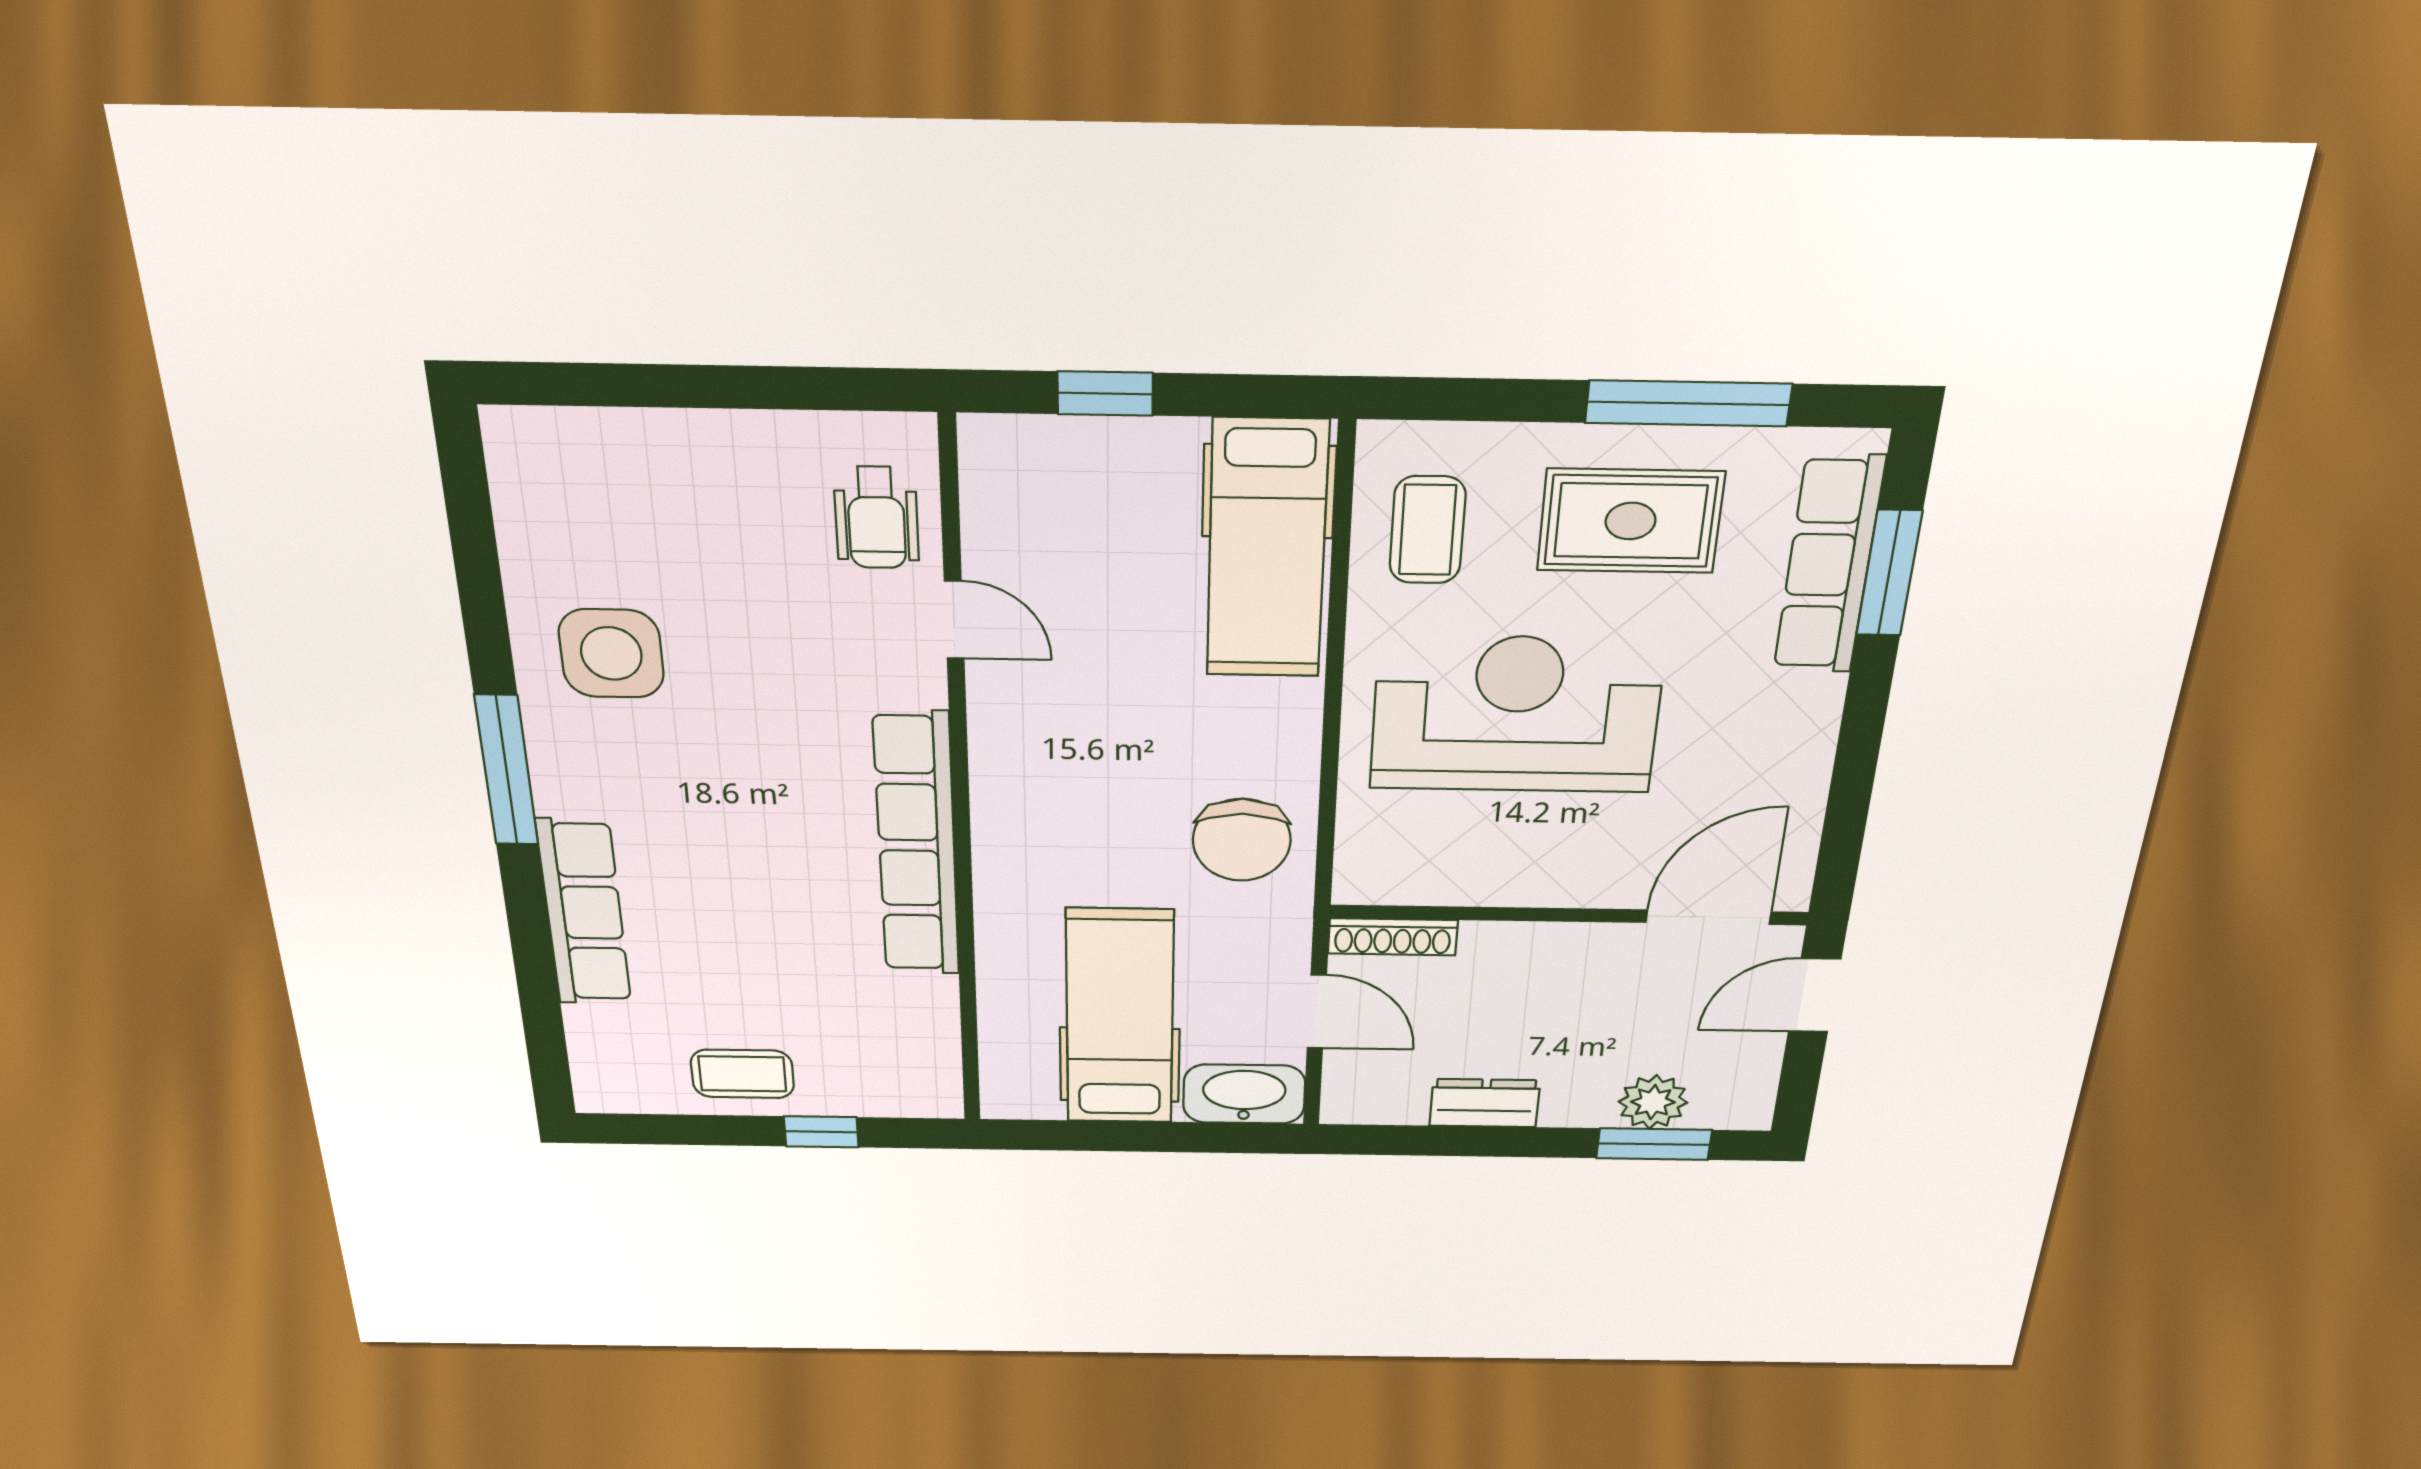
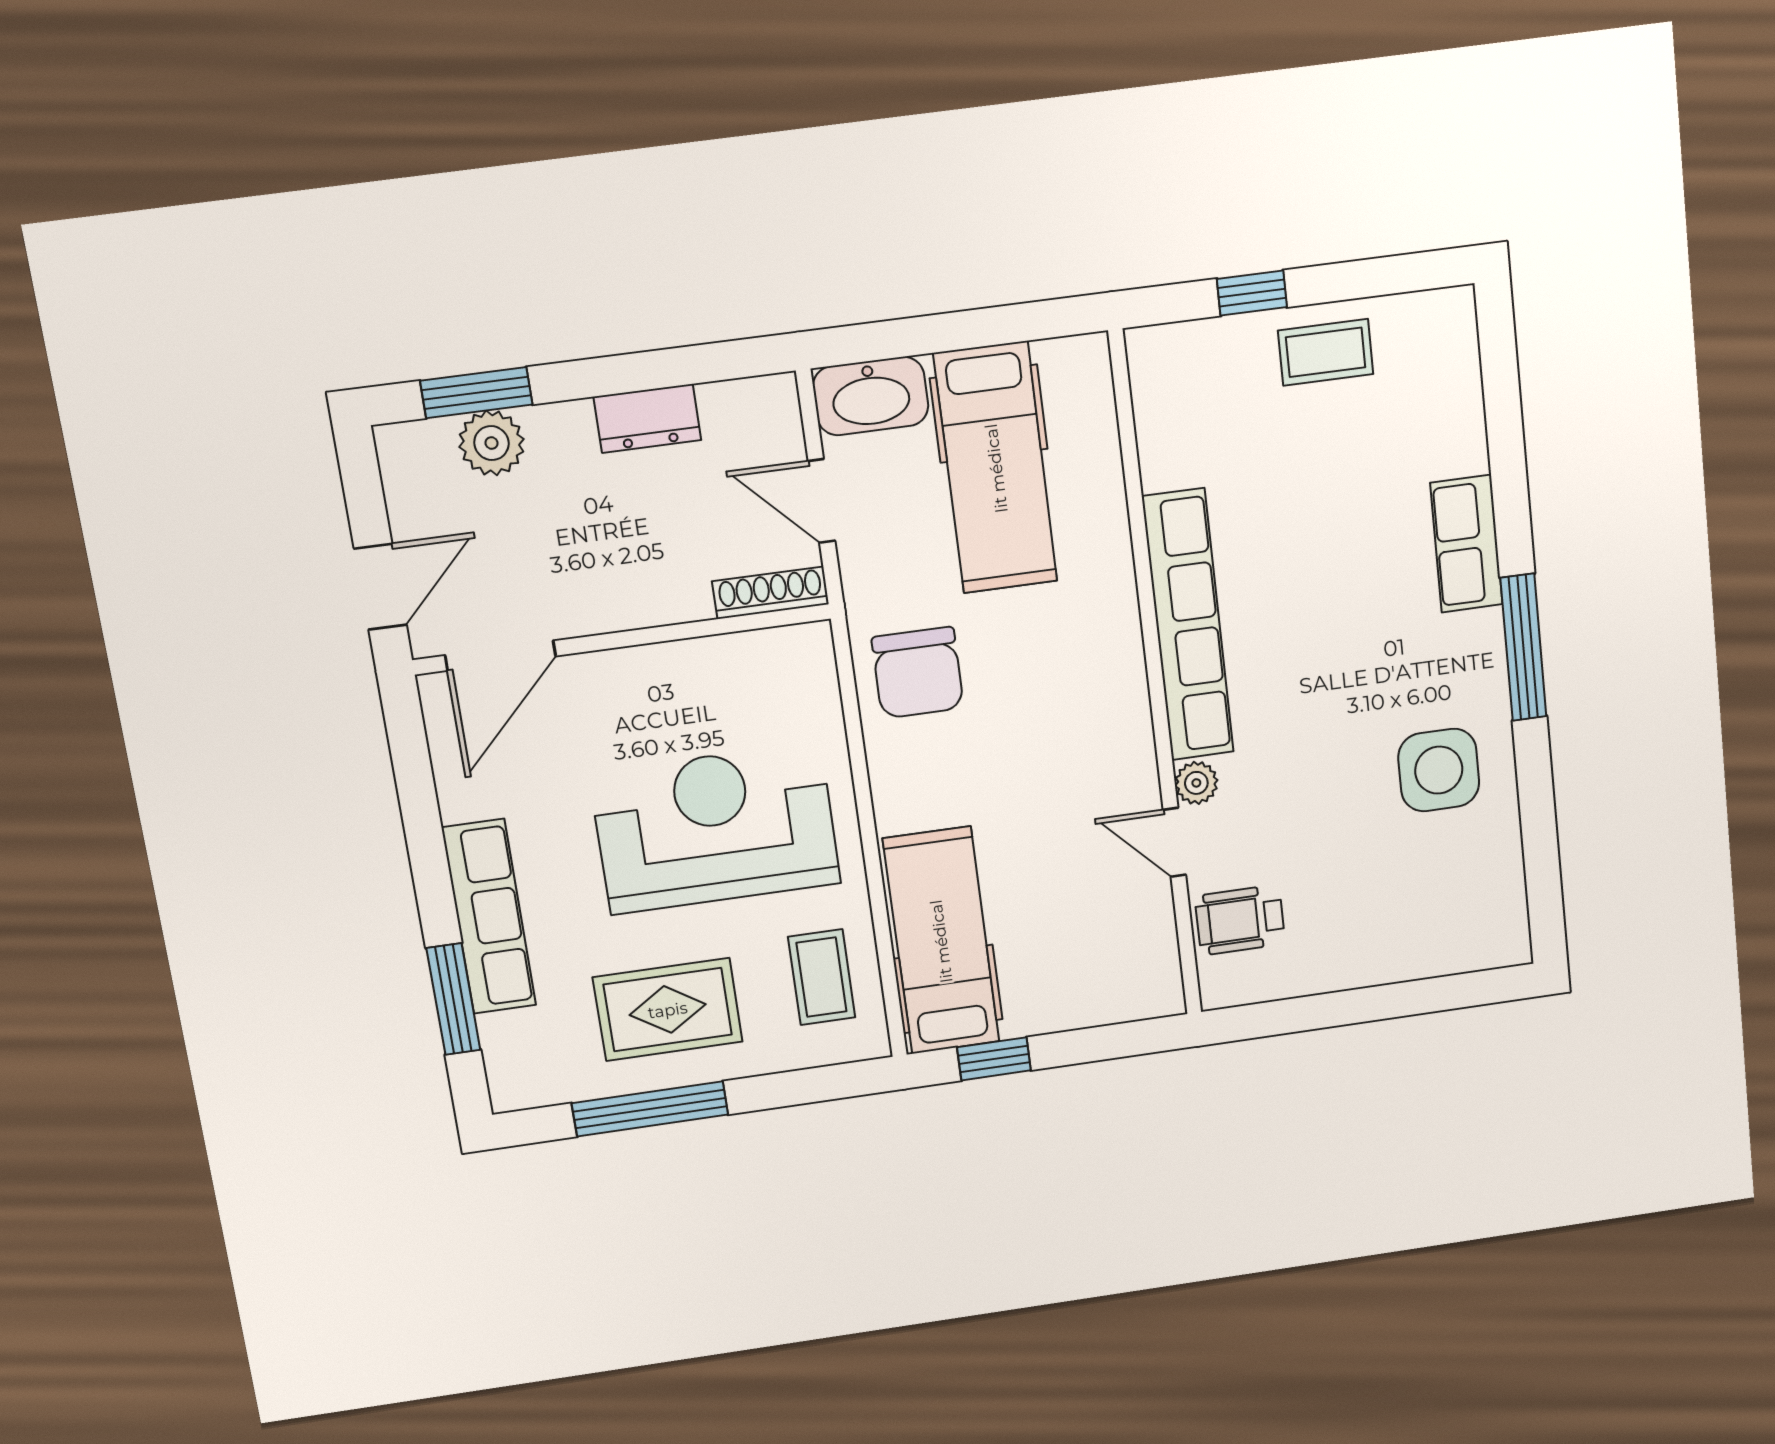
window: (1105, 393) -> (994, 1059), moved
wheelchair: (876, 518) -> (1240, 920), turned -90
row of seats: (1829, 565) -> (489, 917), moved
plant: (921, 682) -> (1196, 783), added
reception desk: (1516, 714) -> (715, 828), turned 180
chair: (1242, 840) -> (918, 673), turned 180
row of seats: (584, 912) -> (1466, 544), width x0.68

